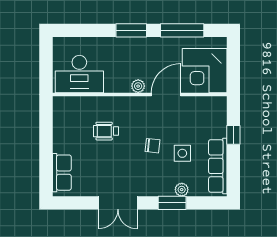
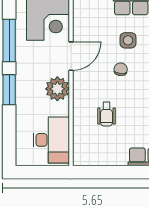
plant: (138, 86) -> (57, 89), width x1.88, depth x1.88
door: (166, 94) -> (71, 56), swing flipped

